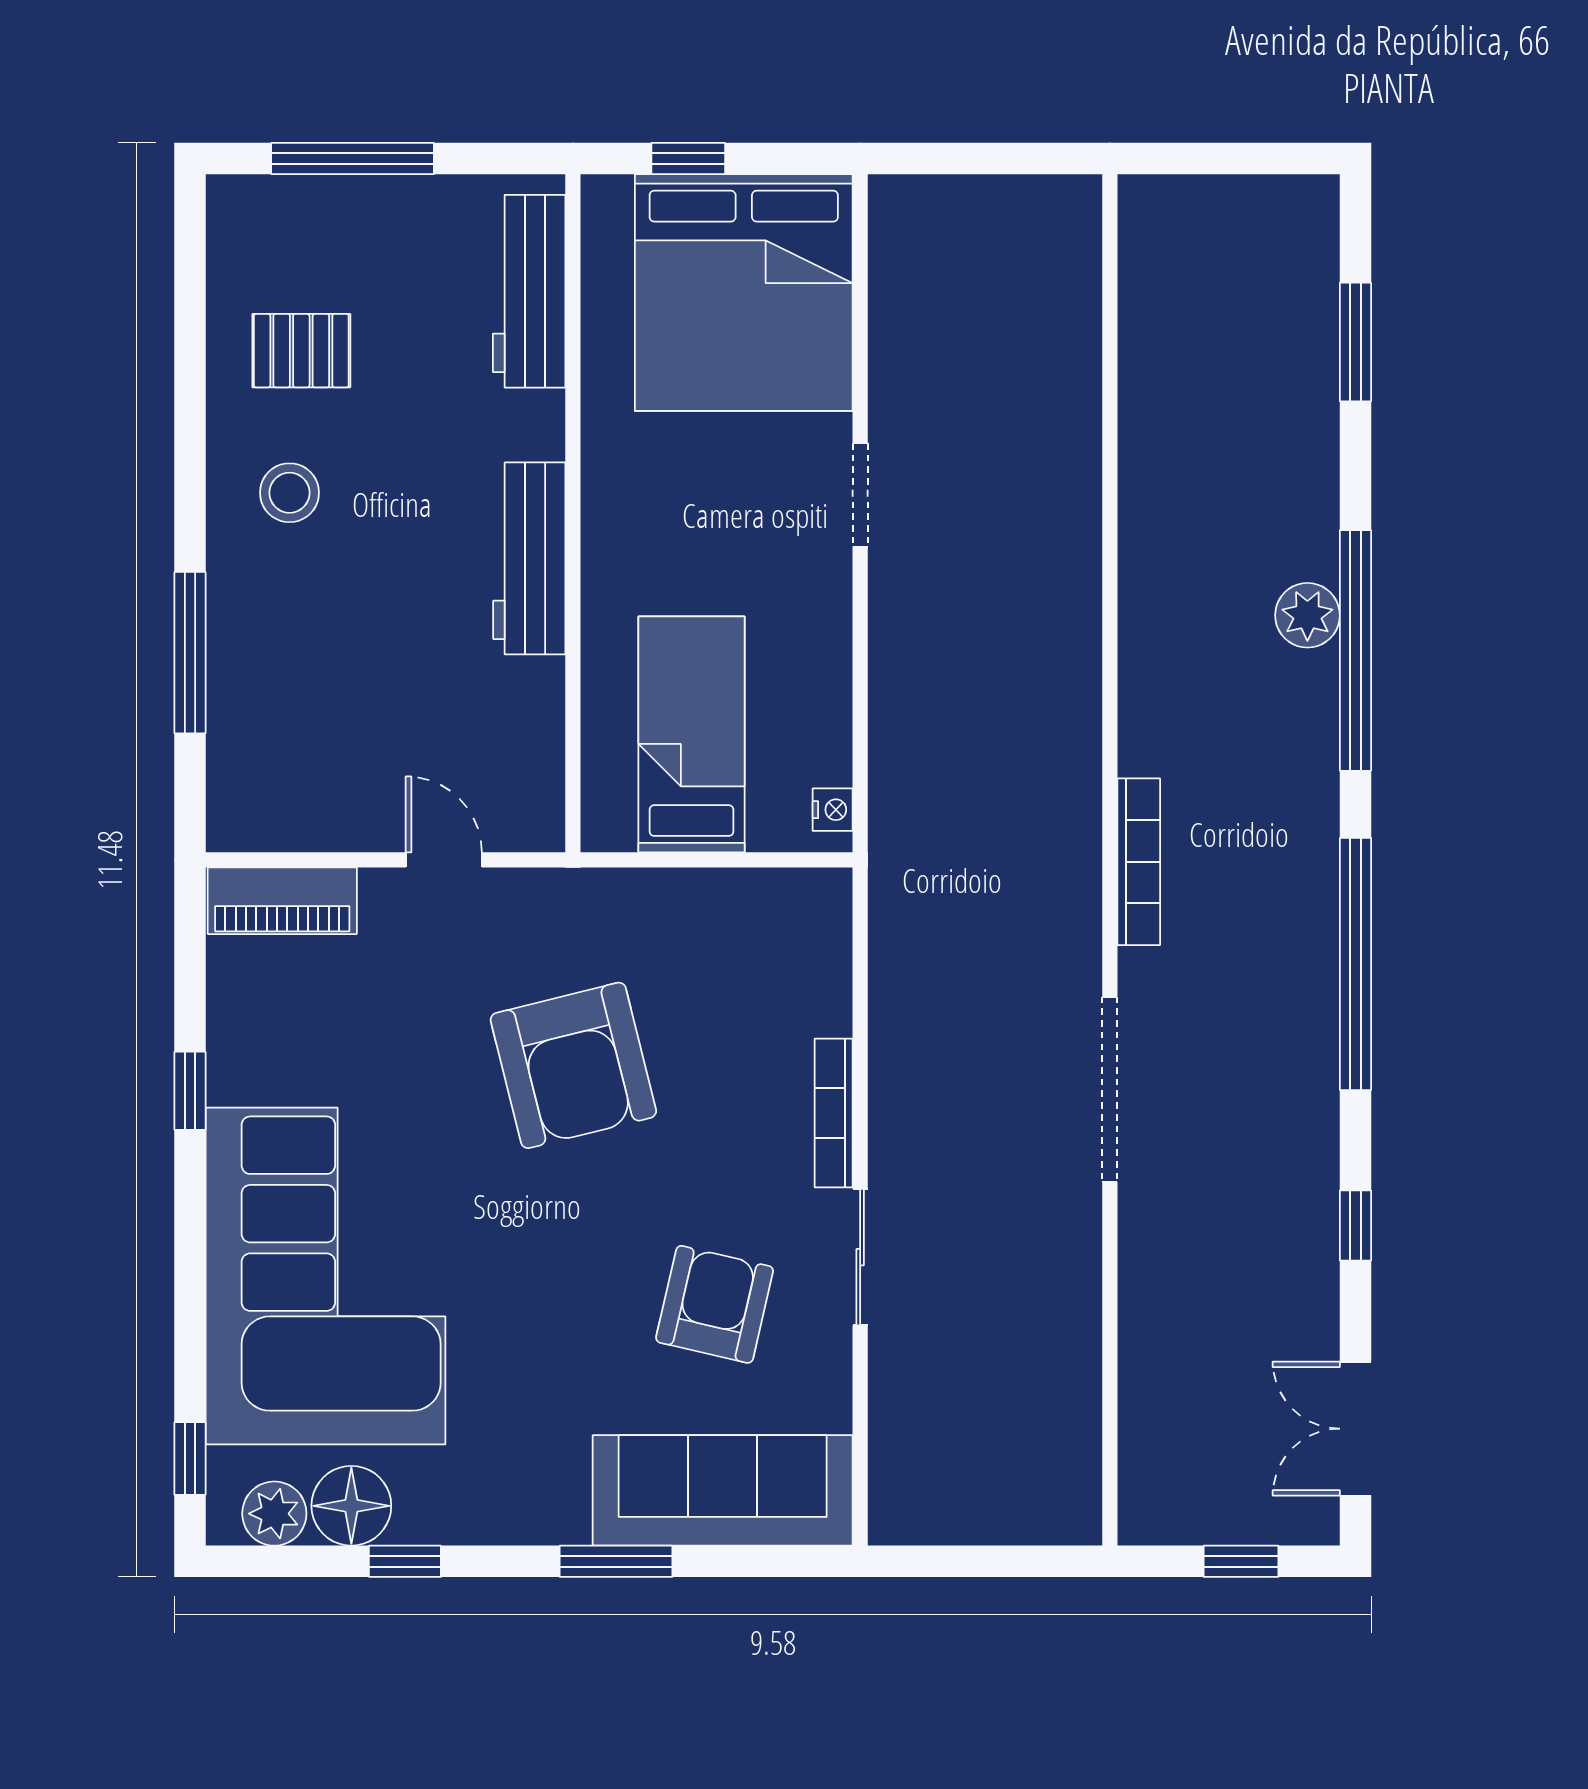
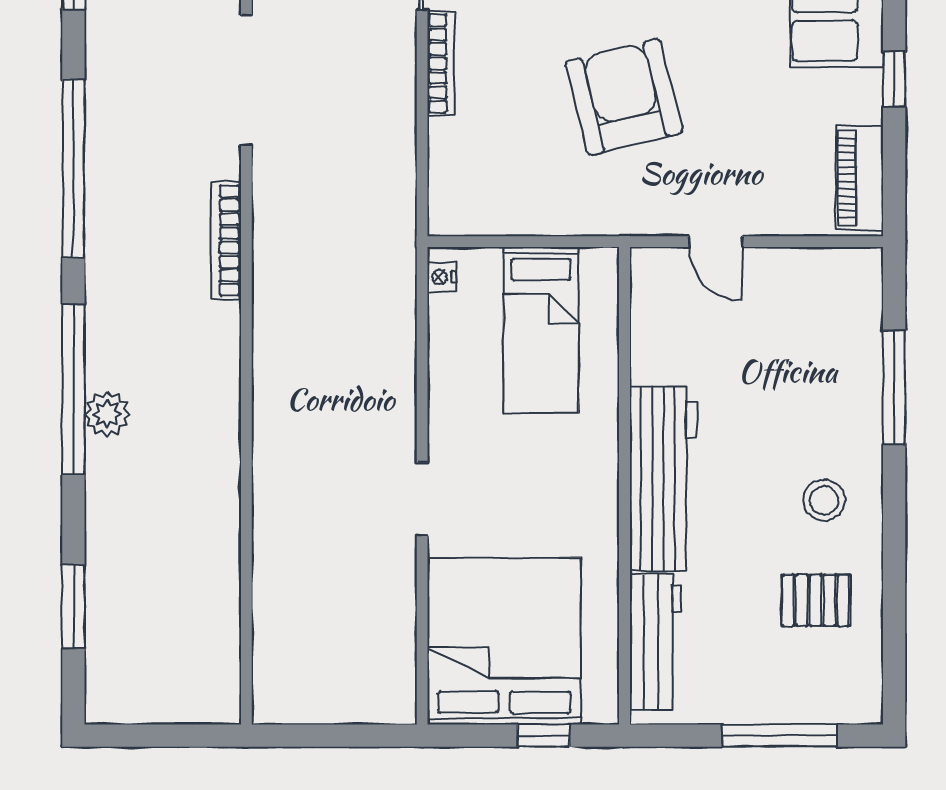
workbench: (529, 558) -> (663, 479), width x1.36, depth x1.32
piano: (282, 901) -> (860, 178), moved, turned -90

